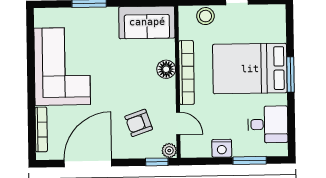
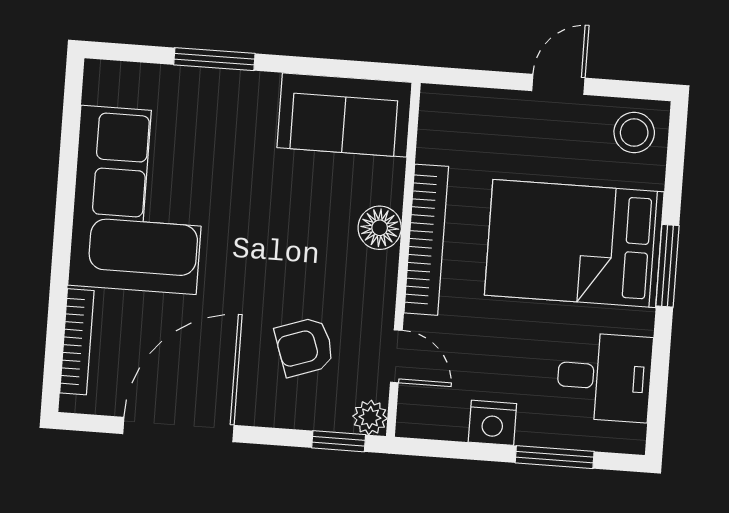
stool: (205, 16) -> (634, 133), moved

